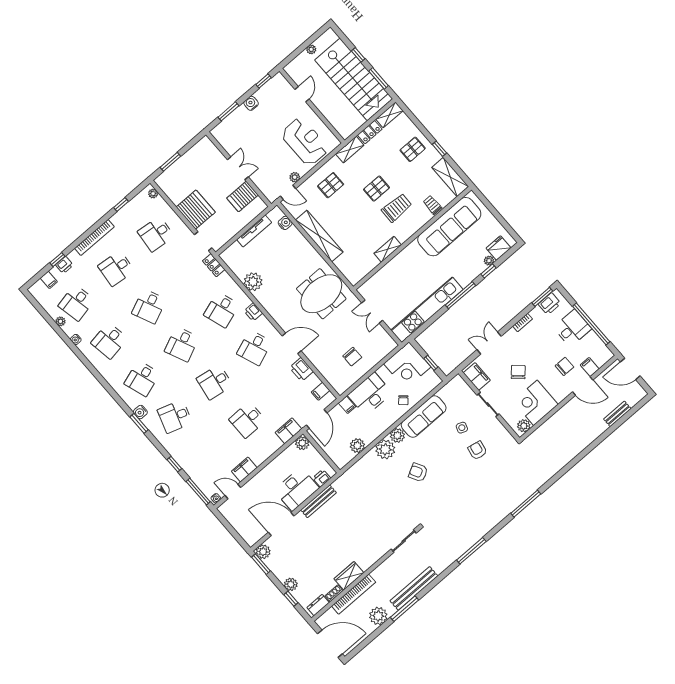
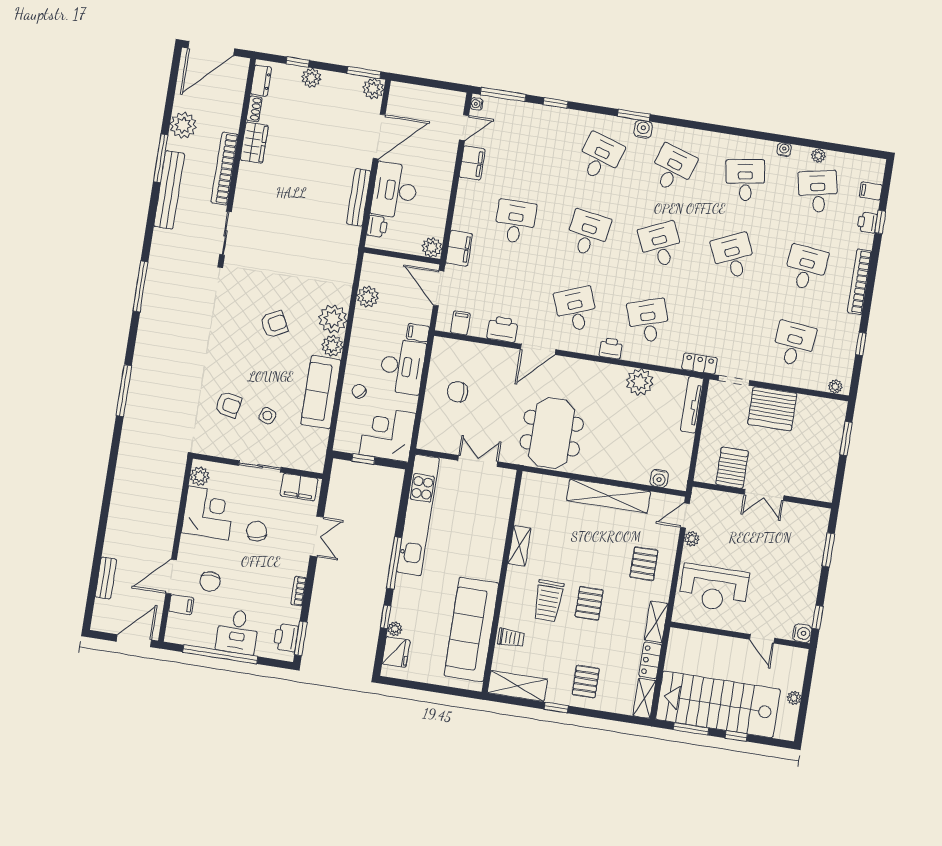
water cooler: (251, 103) -> (802, 633), moved
tv unit: (254, 231) -> (692, 405), moved
chair: (518, 372) -> (257, 531), turned -145
desk: (142, 379) -> (673, 168), turned 36
bookcase: (354, 594) -> (225, 169), moved

